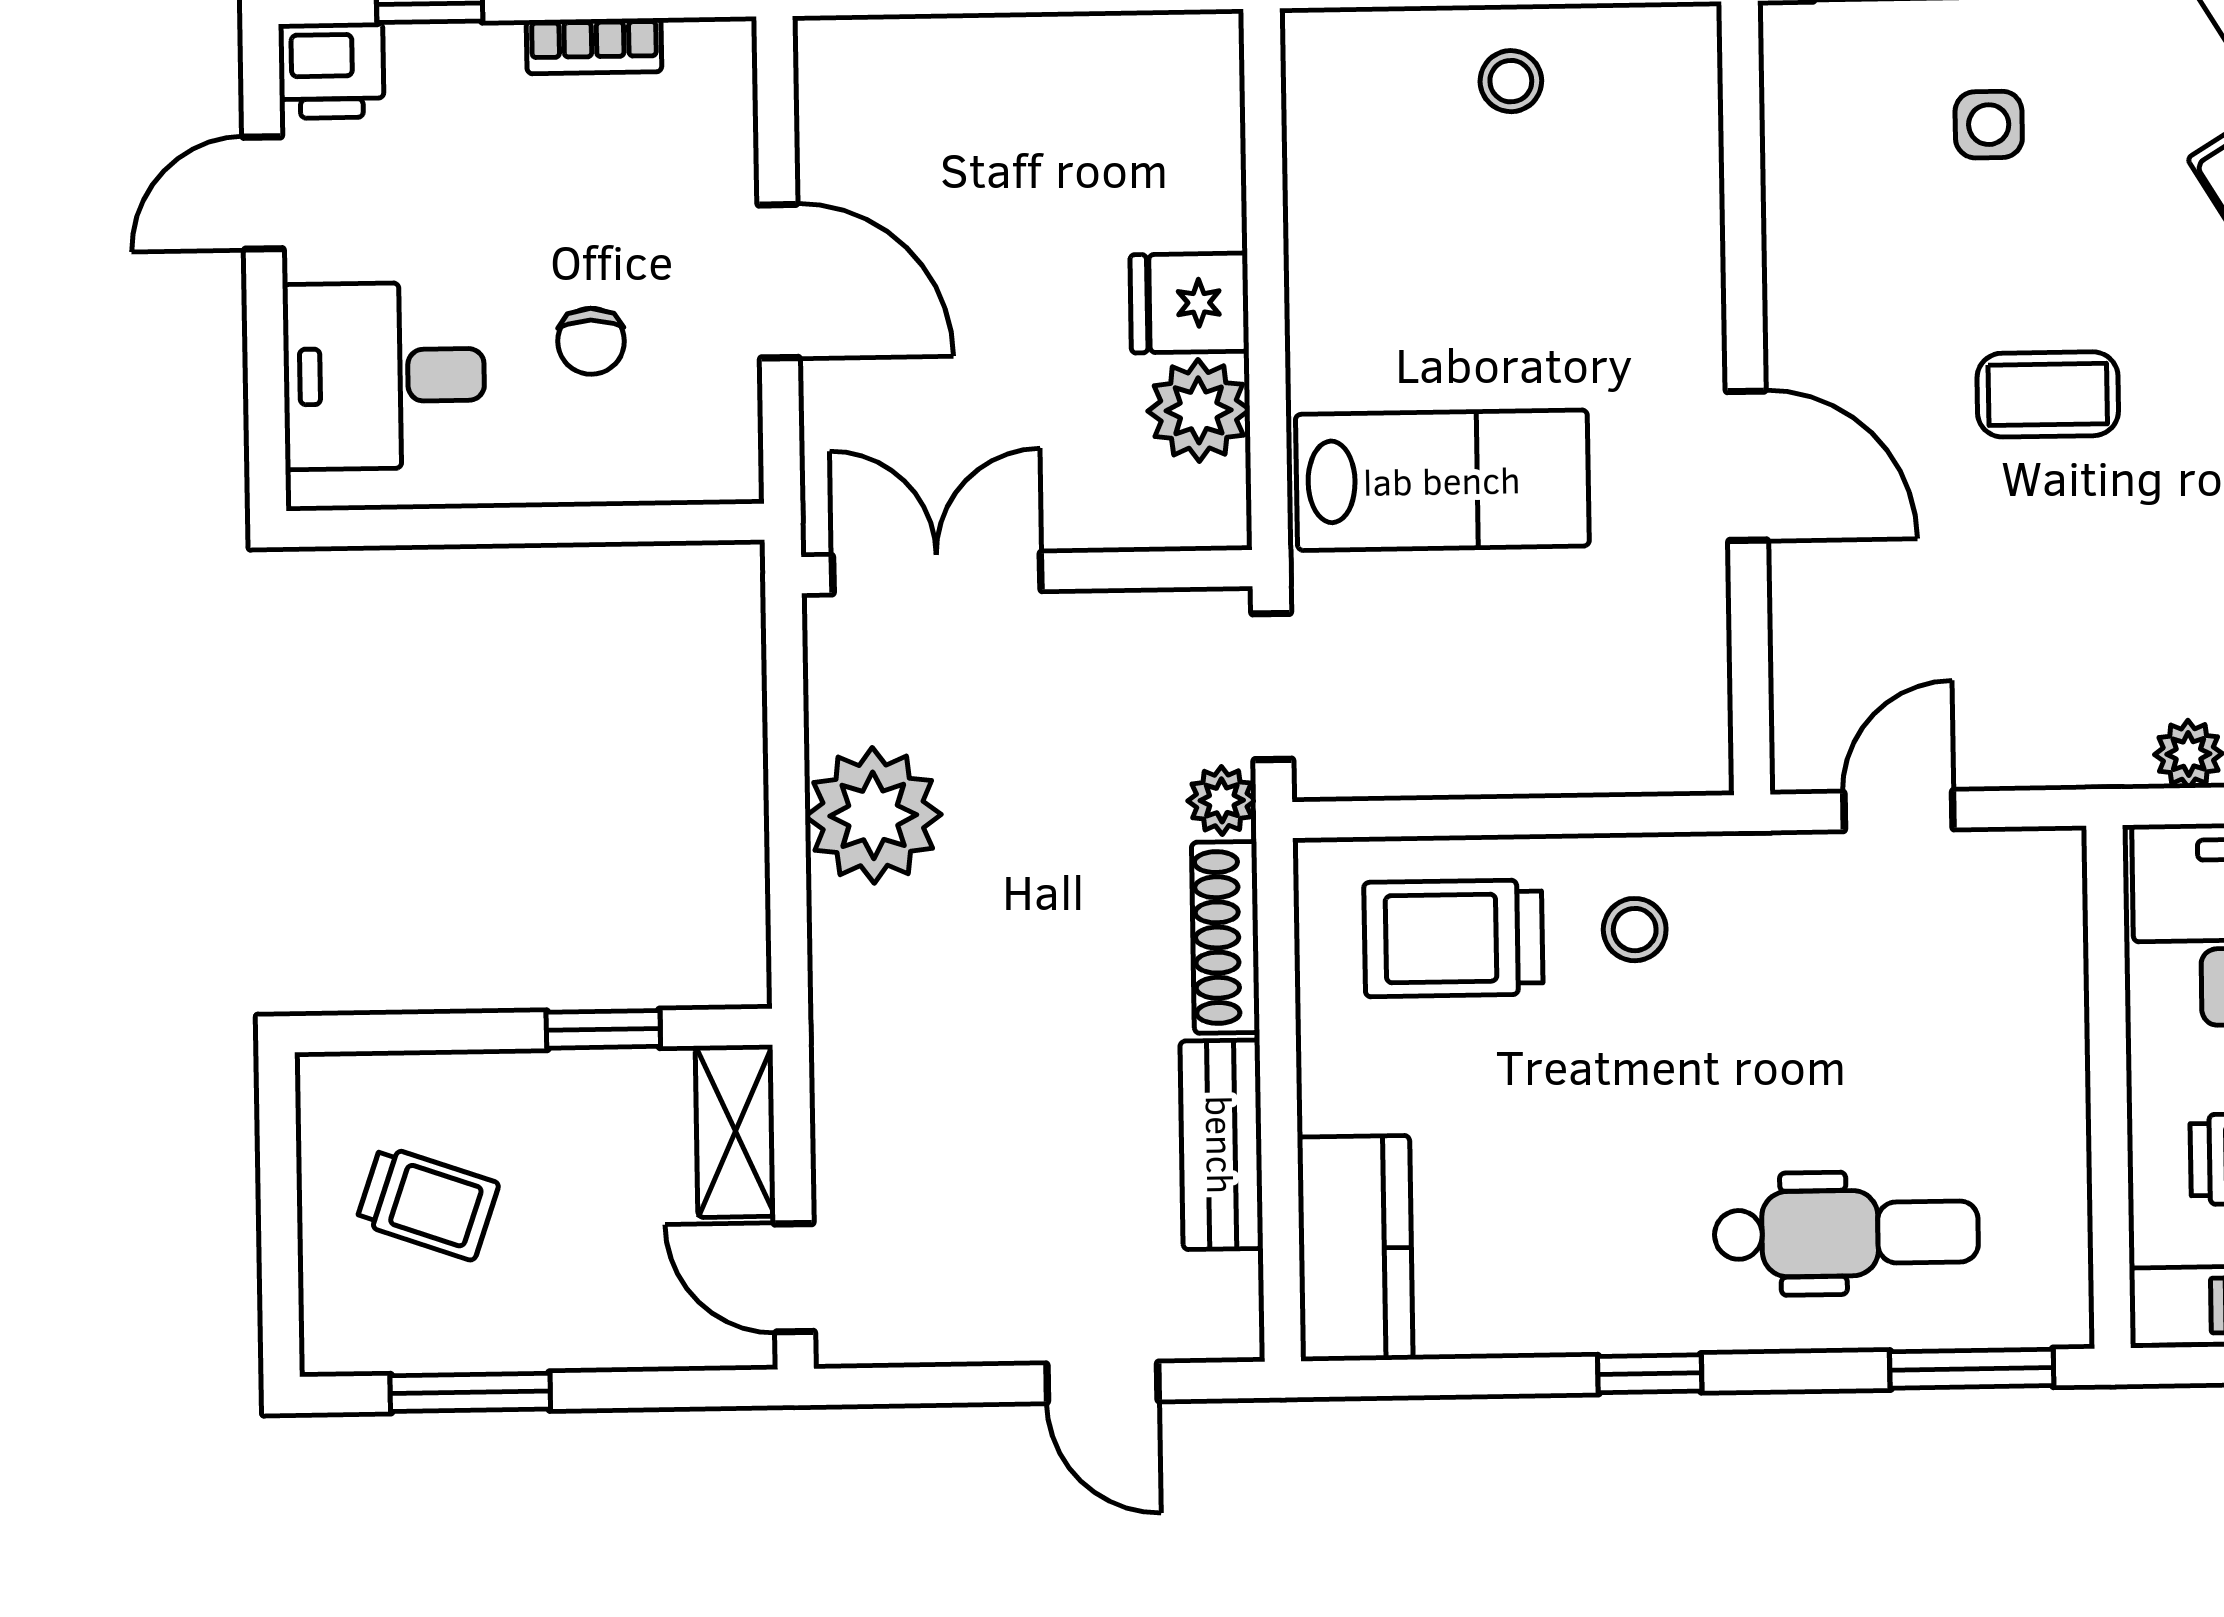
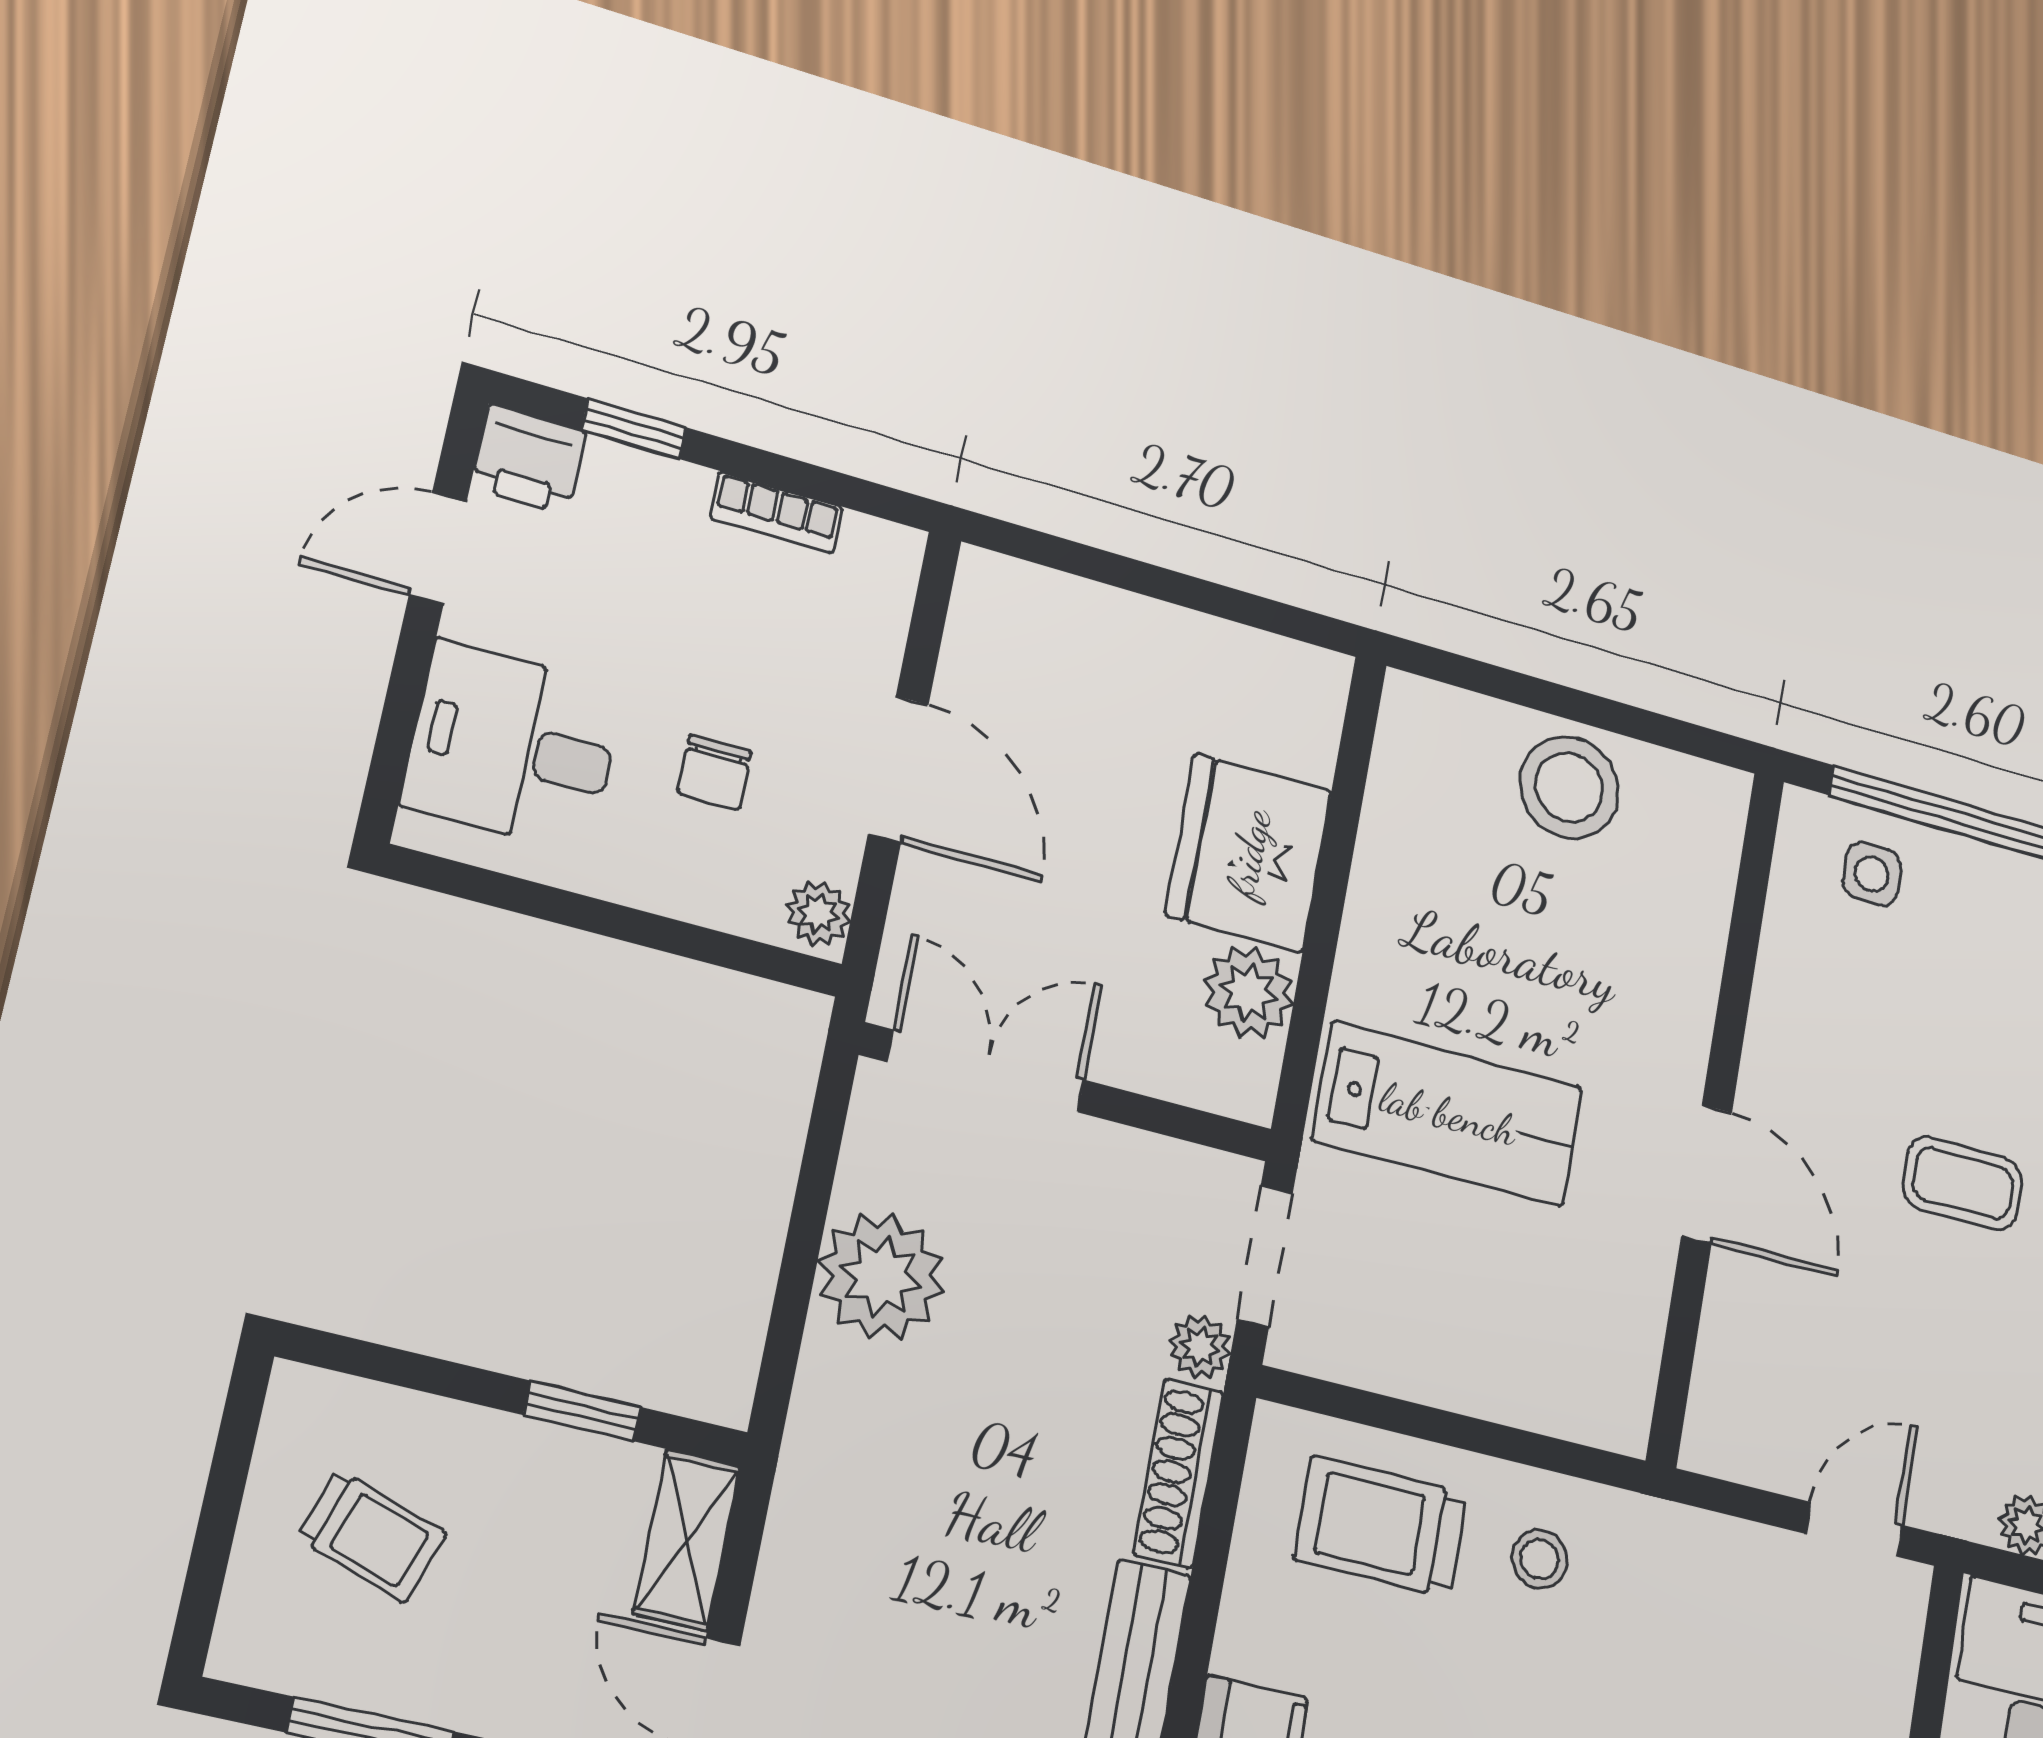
stool: (1511, 81) -> (1569, 787), width x1.89, depth x1.89
side table: (1989, 125) -> (1872, 874), moved
fridge: (1189, 303) -> (1249, 853), width x1.88, depth x1.34
plant: (729, 457) -> (818, 913), added
door: (1898, 811) -> (1854, 1529), moved

